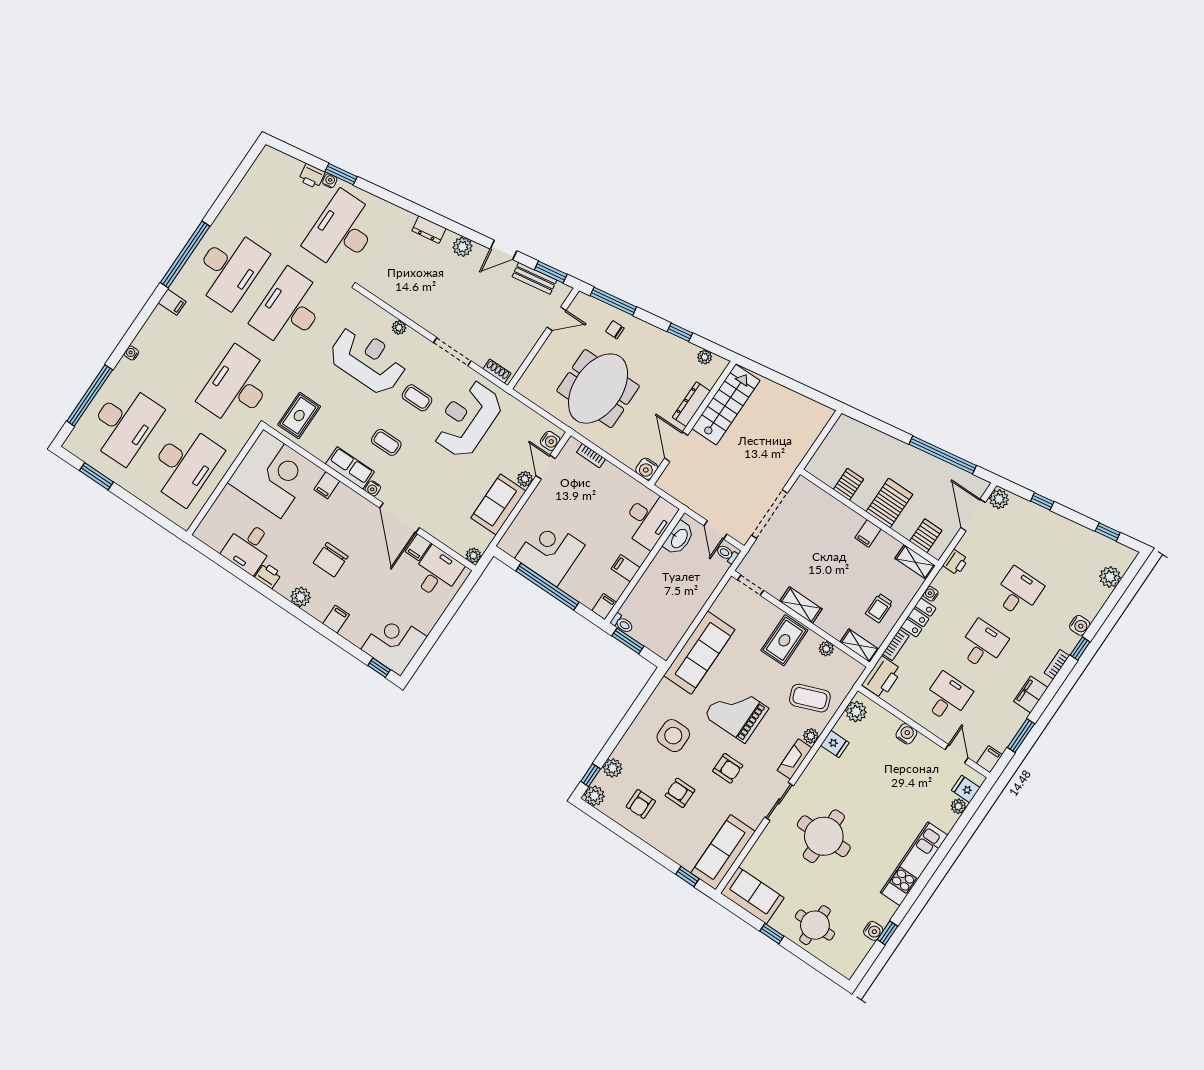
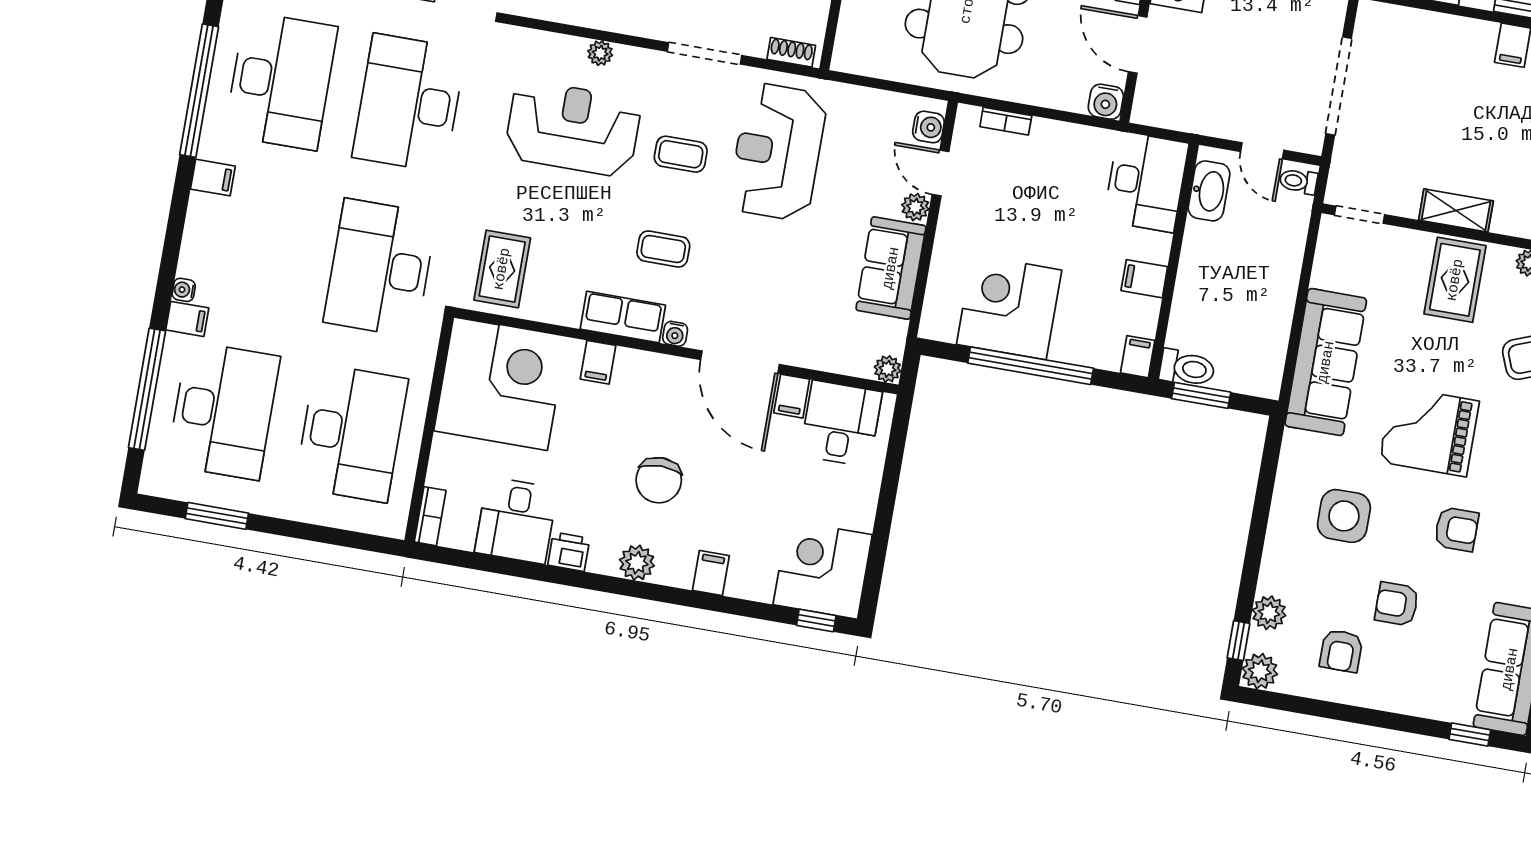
filing cabinet: (126, 369) -> (187, 319), added
bookcase: (205, 525) -> (430, 516), added
toilet: (622, 624) -> (1187, 368), width x1.37, depth x1.39

